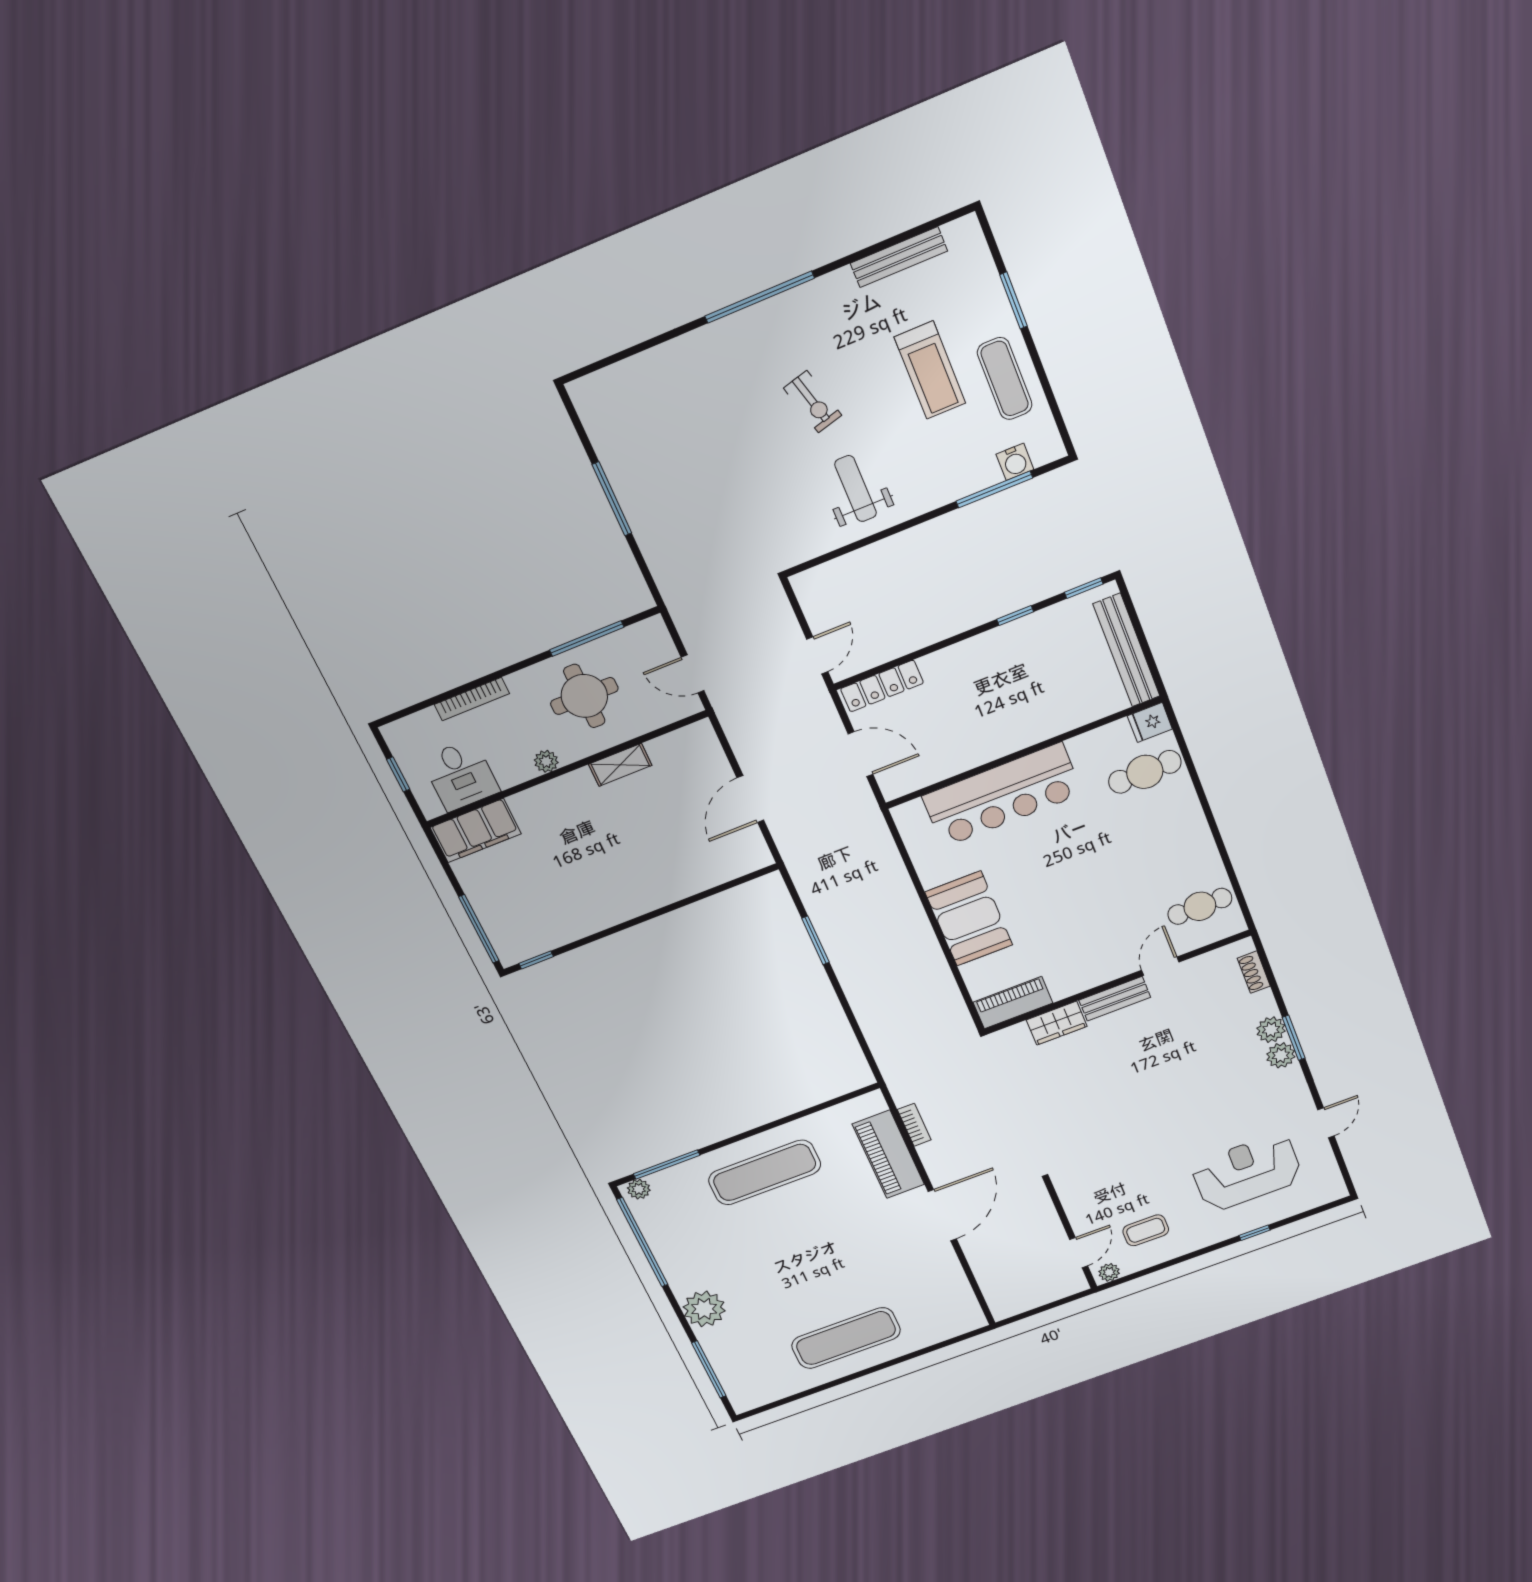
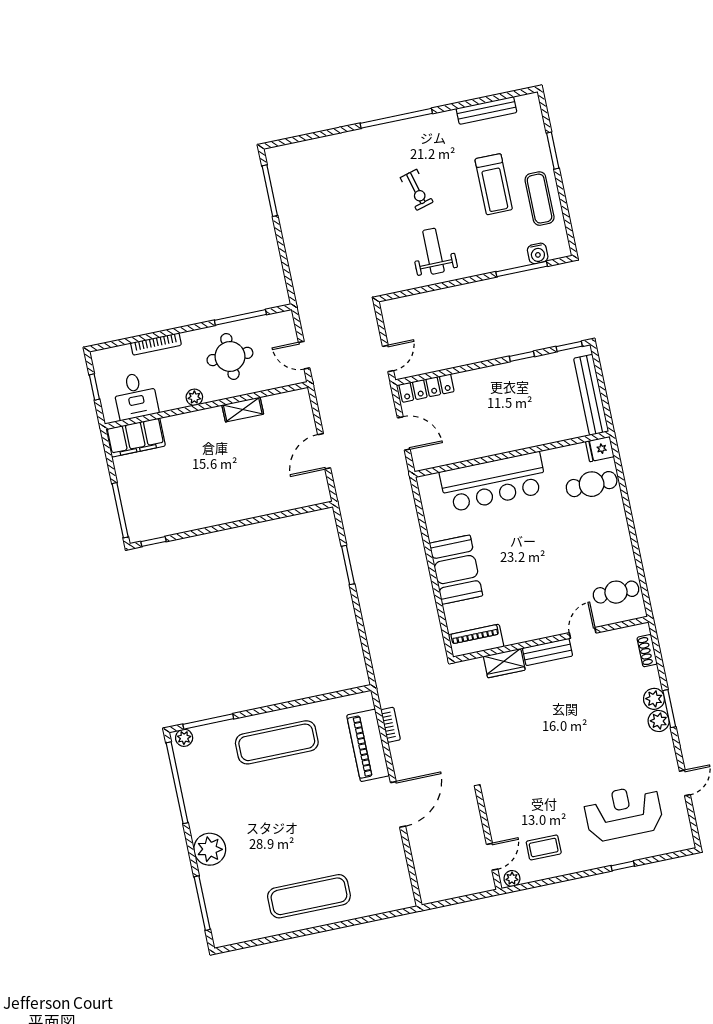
window: (612, 499) -> (270, 191), moved

